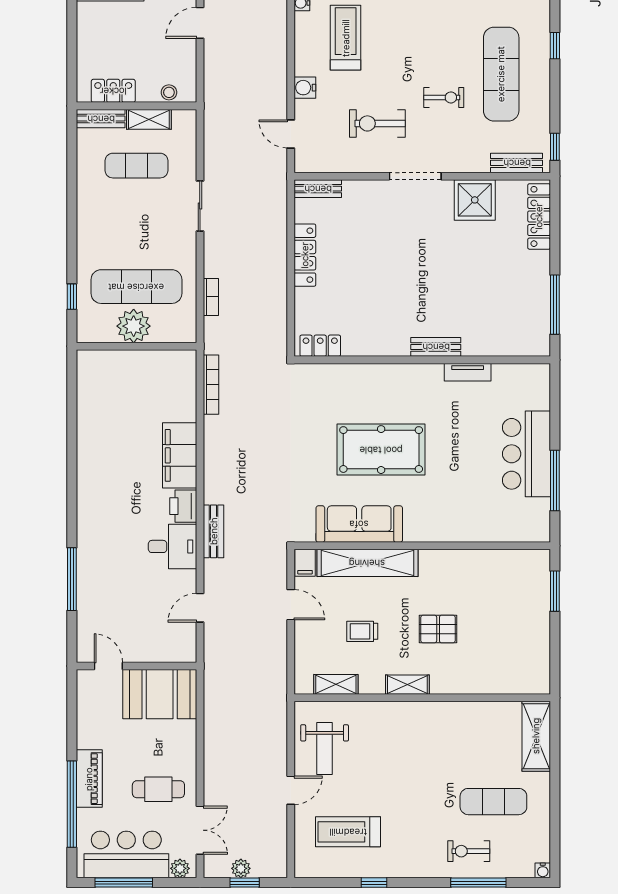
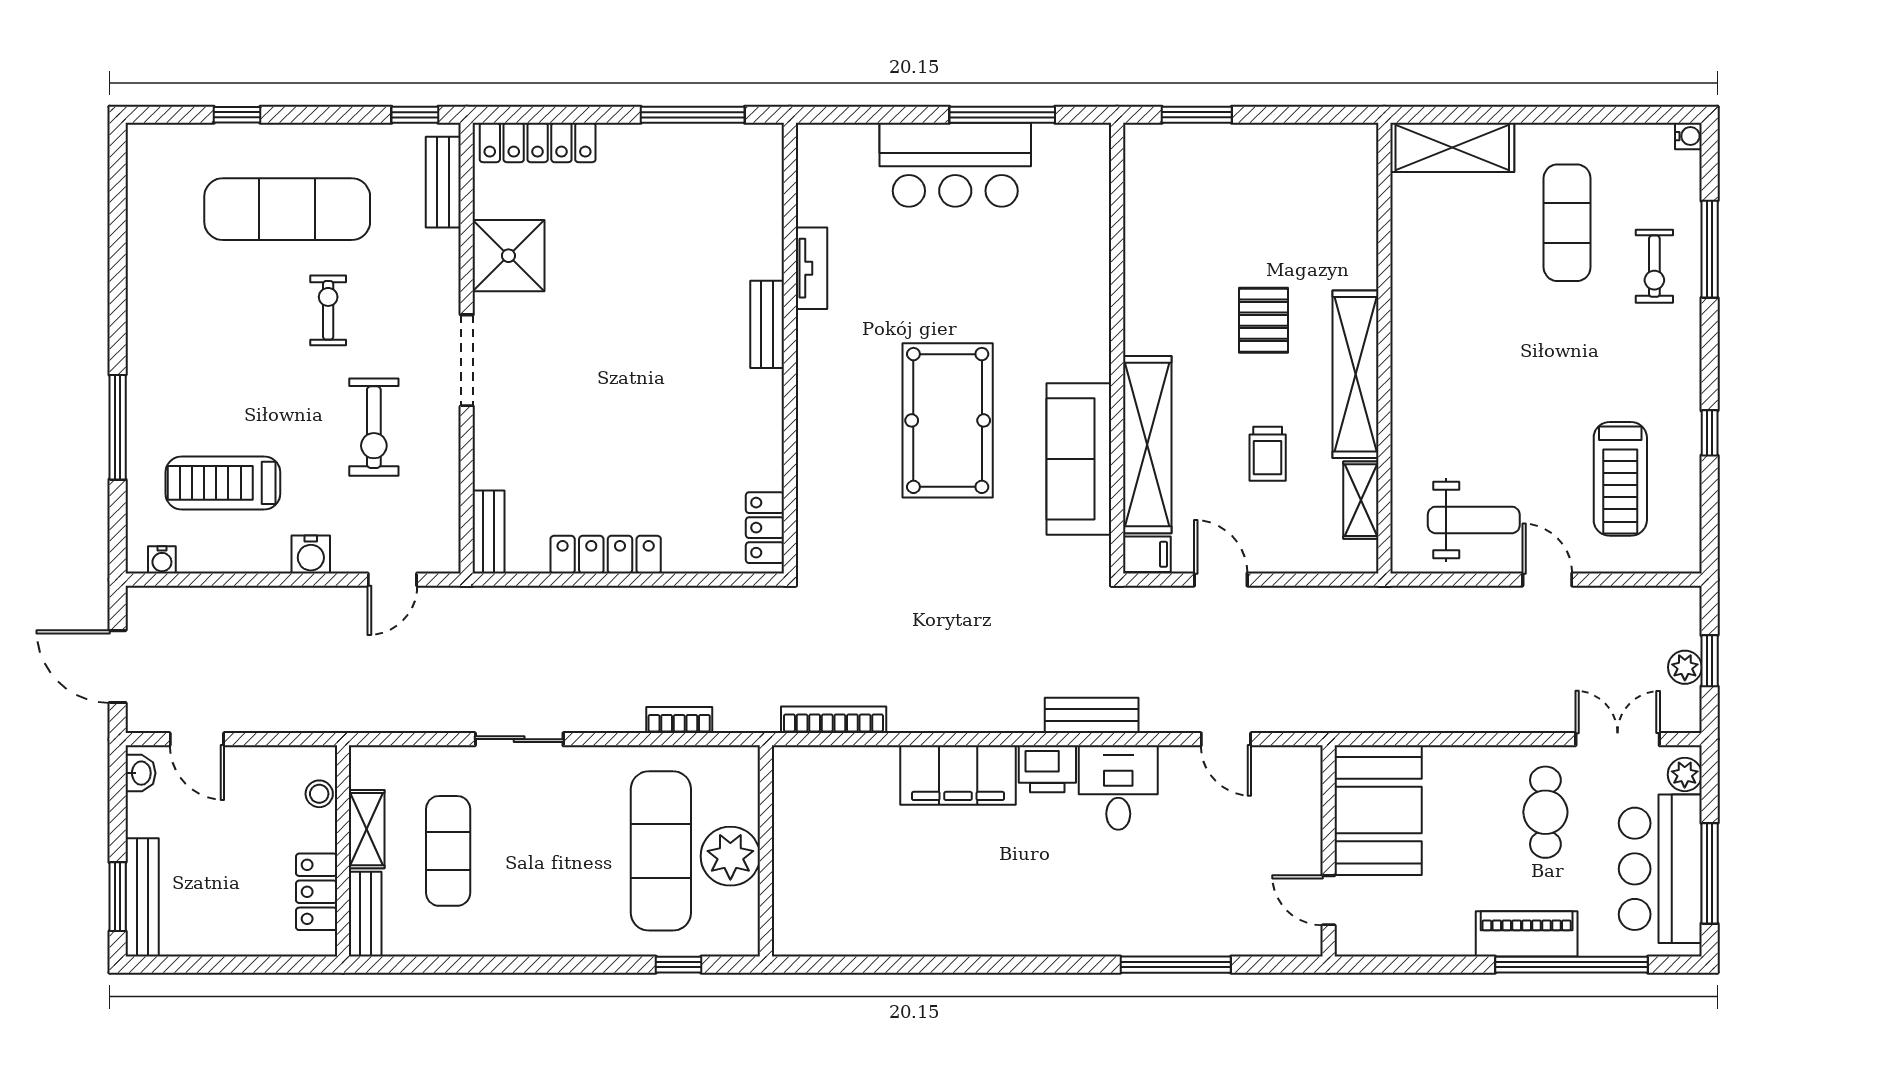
door: (291, 605) -> (1221, 580), hinge flipped
door: (108, 666) -> (1329, 900), hinge flipped
shelving: (407, 685) -> (1356, 374), width x2.20, depth x1.33

